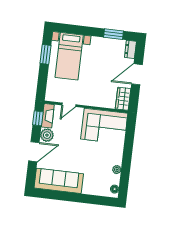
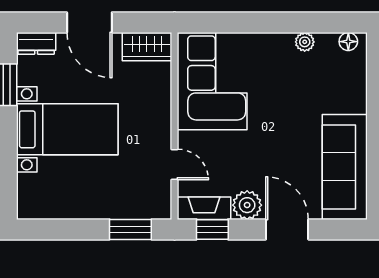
window: (45, 54) -> (130, 229), moved
bed with nightstands: (69, 56) -> (67, 129), moved

